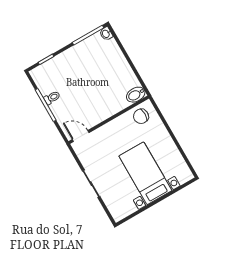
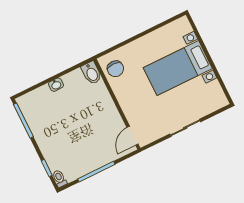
washbasin: (106, 34) -> (56, 85), moved
toilet: (52, 98) -> (60, 179), moved

